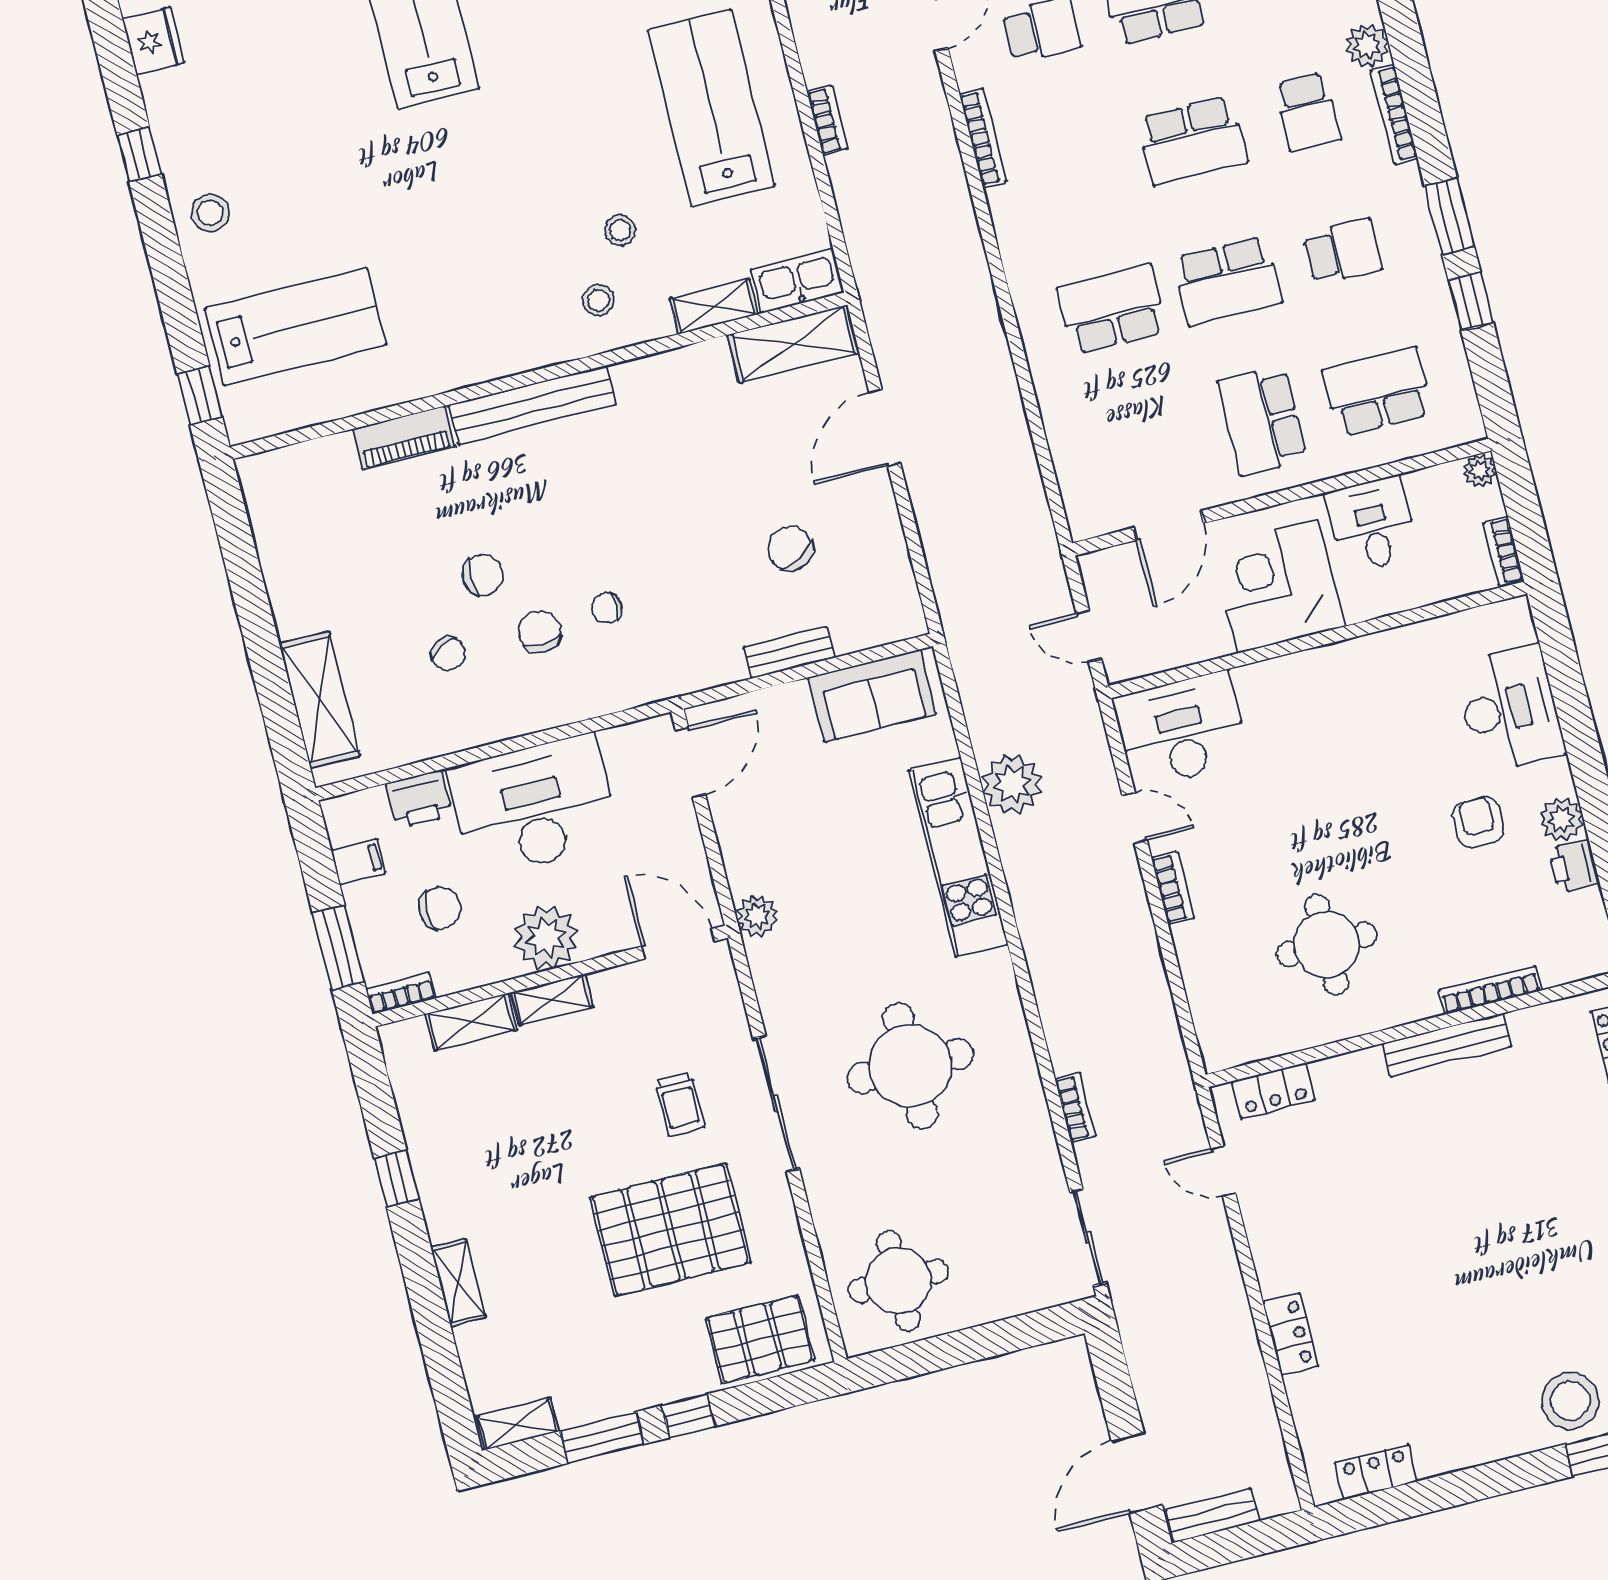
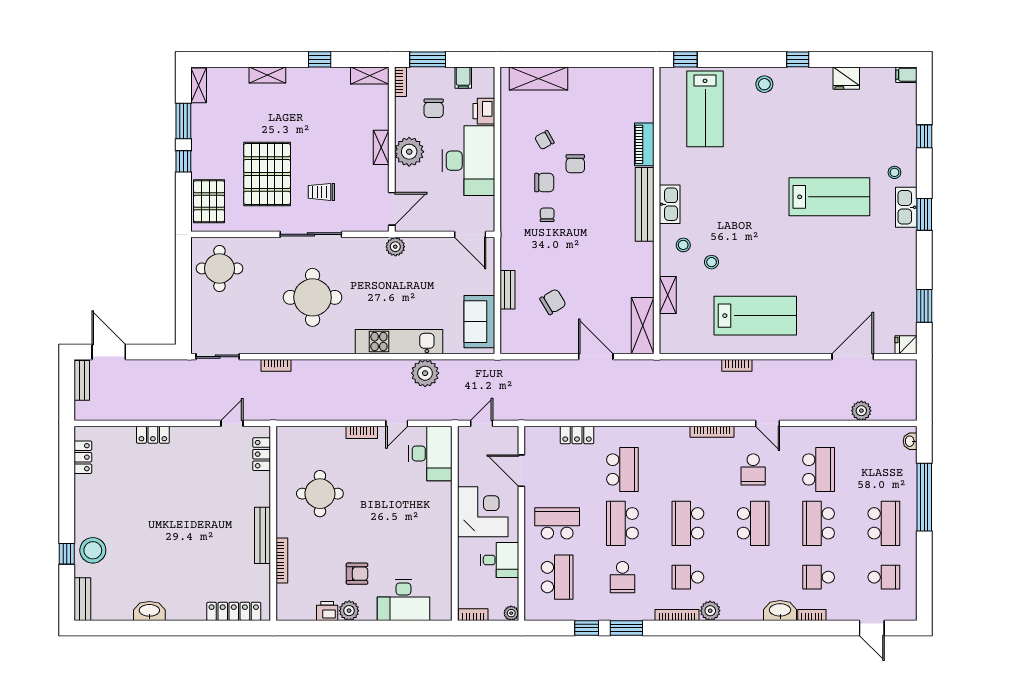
kitchen sink: (797, 281) -> (670, 204), moved
locker: (1063, 425) -> (577, 435), added
shelving: (471, 1022) -> (370, 75), moved, turned 90

